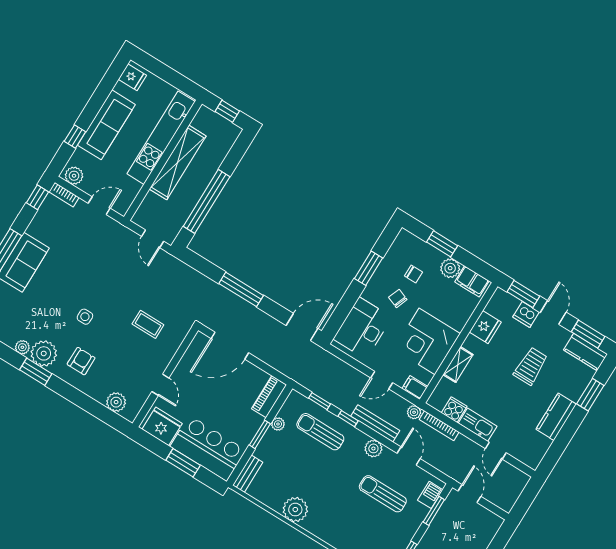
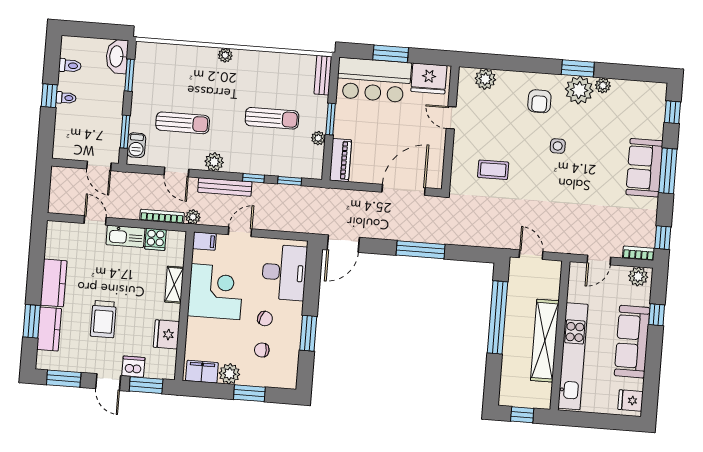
kitchen counter: (585, 352) -> (49, 329), moved, turned 90
sun lounger: (320, 432) -> (272, 118), moved
plant: (295, 510) -> (225, 55), moved, width x0.53, depth x0.53

